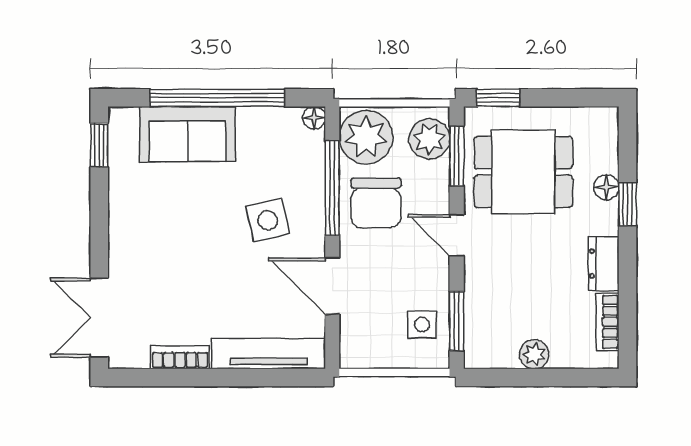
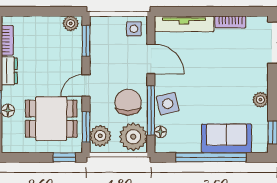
floor lamp: (314, 118) -> (160, 132), moved
plant: (122, 208) -> (260, 100), added
side table: (268, 220) -> (168, 104), moved
door: (457, 235) -> (86, 86), swing flipped
side table: (422, 324) -> (134, 29), moved
plant: (534, 354) -> (71, 23), moved

